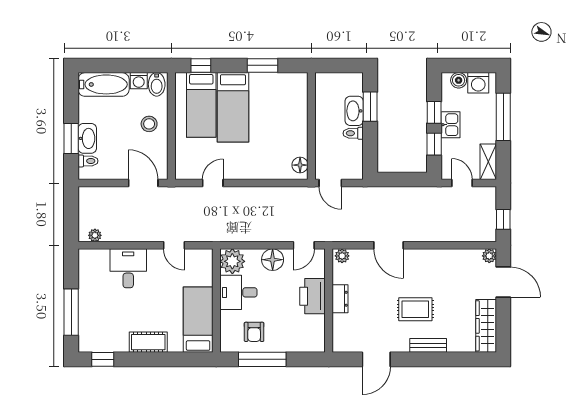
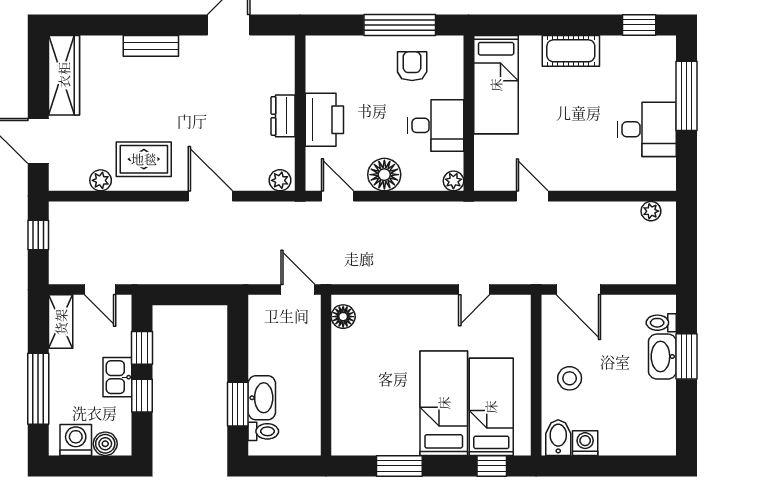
bathtub: (104, 84) -> (638, 437), removed
toilet: (353, 133) -> (263, 431), moved
door: (304, 245) -> (338, 196), hinge flipped
plant: (489, 256) -> (101, 180), moved
plant: (232, 261) -> (453, 181), width x0.53, depth x0.53
desk: (128, 268) -> (647, 129), moved, turned -90
rug: (415, 309) -> (144, 159), moved

